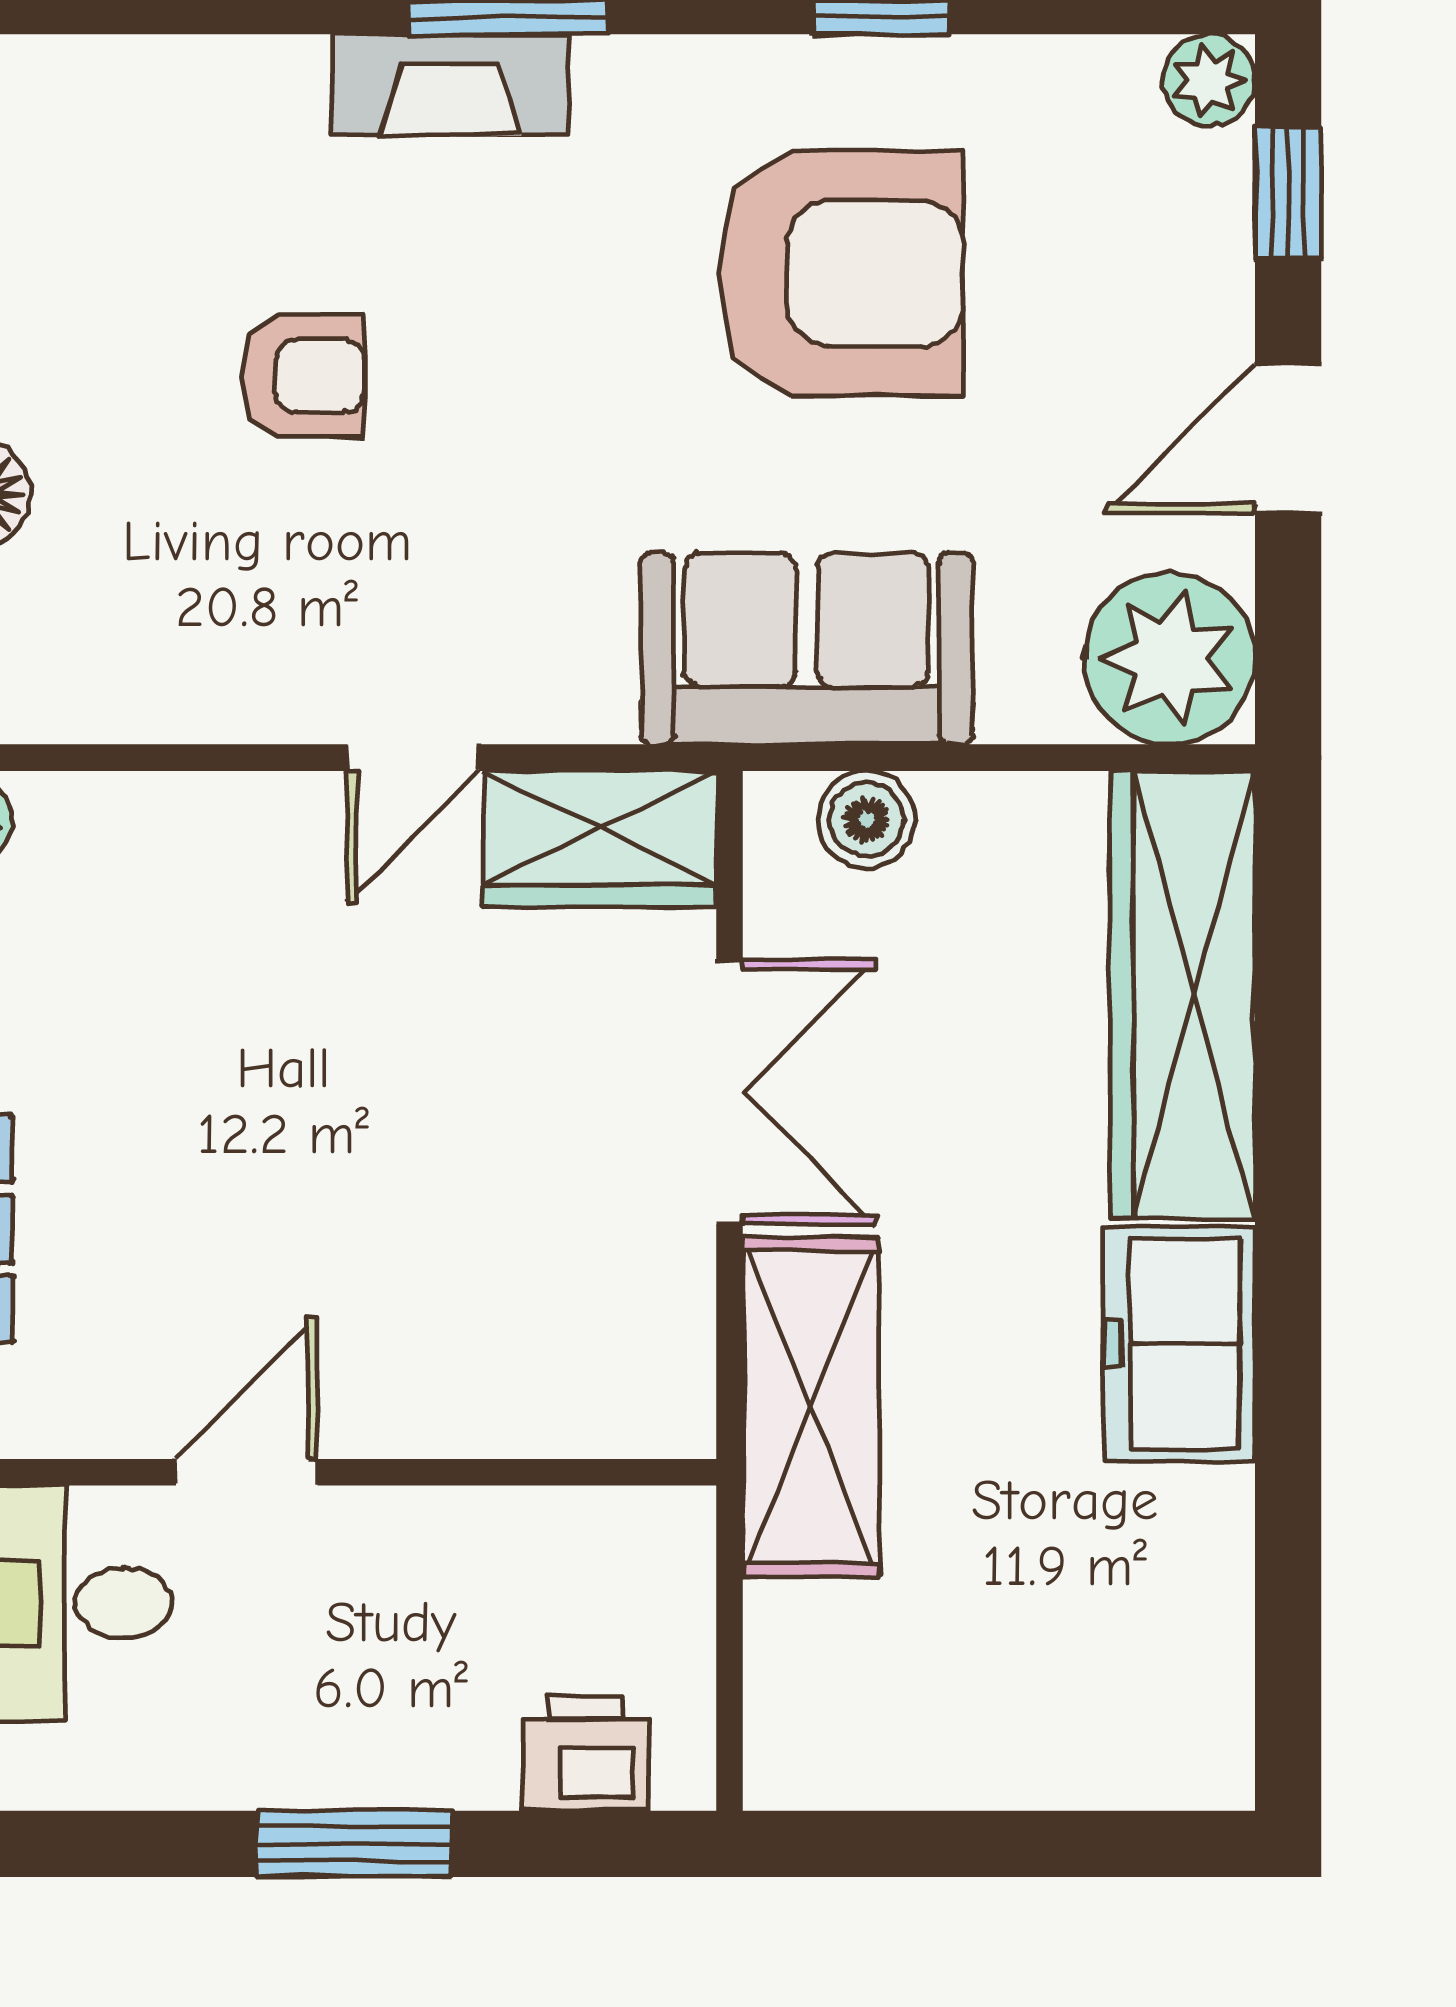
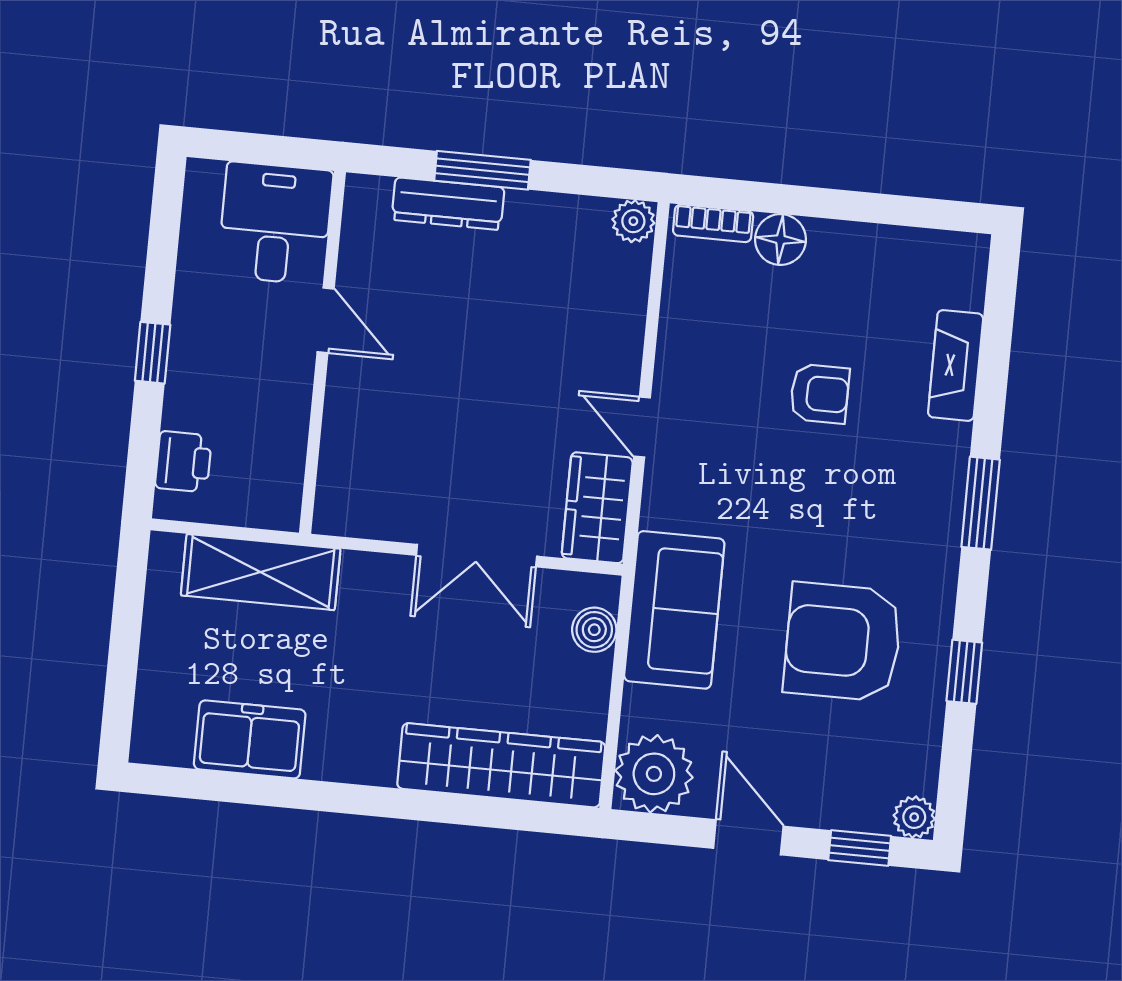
fireplace: (450, 85) -> (956, 365), moved
armchair: (841, 273) -> (843, 642), turned 90
armchair: (303, 376) -> (820, 394), turned -90
freezer: (1179, 1344) -> (250, 739), moved
shelving: (811, 1407) -> (261, 572), moved
window: (354, 1844) -> (153, 353), width x0.67

